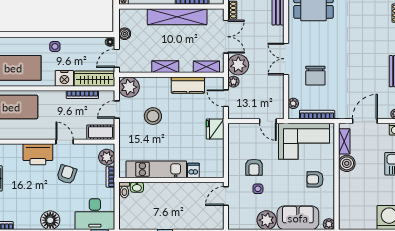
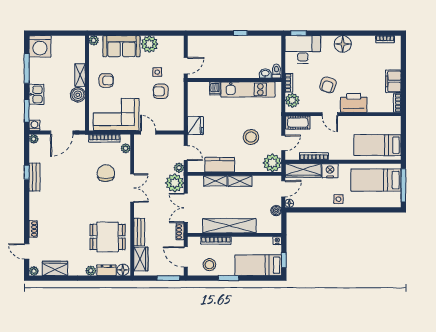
shelving: (206, 67) -> (215, 181), moved
shelving: (344, 141) -> (80, 75), moved
armchair: (254, 167) -> (161, 91), turned -90

